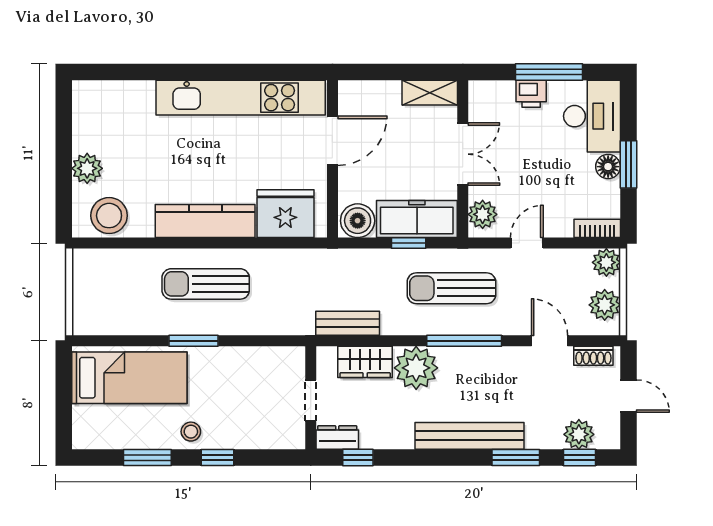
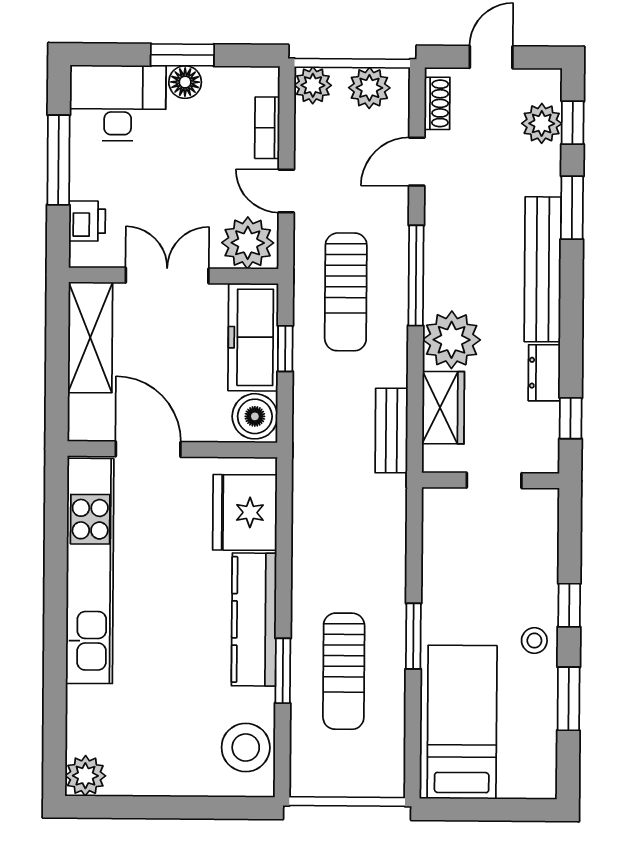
shelving: (430, 93) -> (90, 337), width x1.50, depth x1.33
printer: (531, 94) -> (87, 221), moved
plant: (87, 168) -> (85, 776), moved
plant: (483, 214) -> (248, 243), width x1.36, depth x1.36
bookcase: (597, 228) -> (267, 128), moved
window: (167, 243) -> (283, 671), added
sun lounger: (206, 284) -> (344, 671), moved
dresser: (337, 438) -> (544, 373), moved

